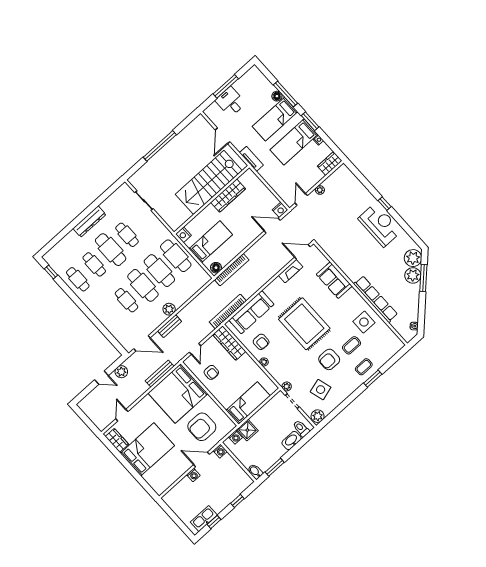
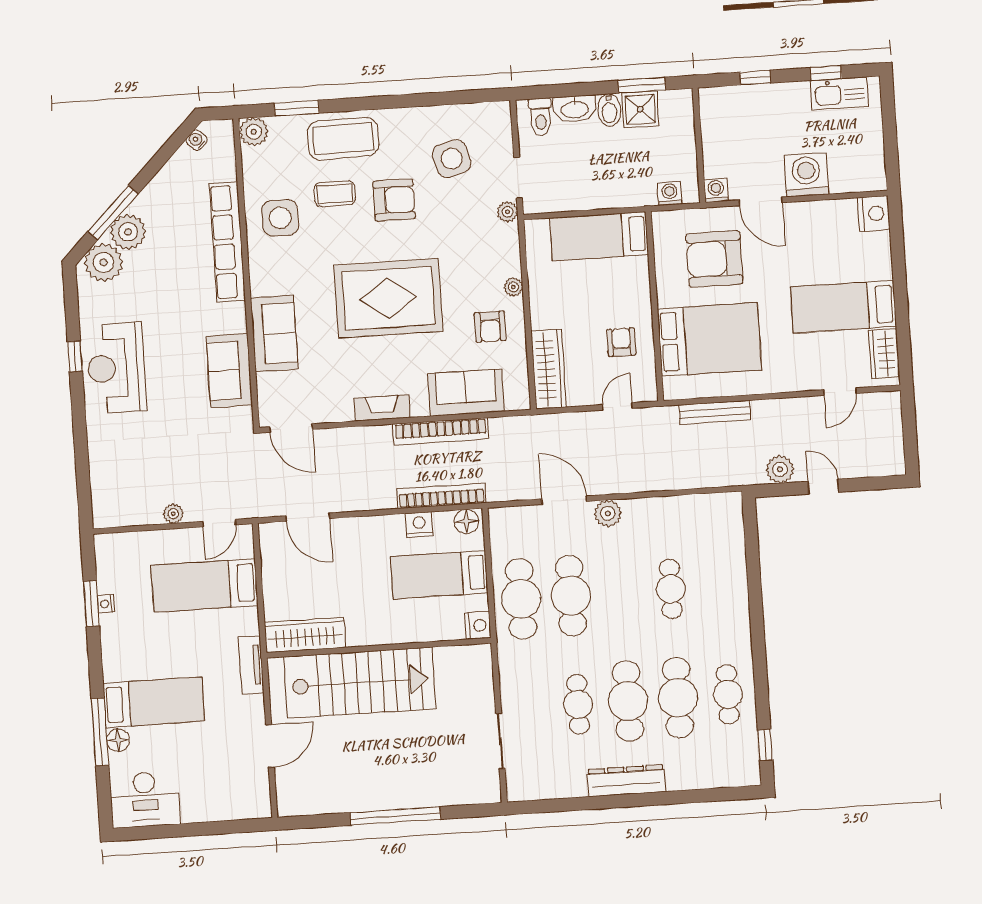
window: (226, 86) -> (195, 829), removed
desk: (231, 102) -> (145, 799), moved, width x1.37
window: (310, 121) -> (91, 604), moved
bed: (294, 142) -> (205, 585), moved, turned 180
wardrobe: (330, 164) -> (119, 547), removed
wardrobe: (228, 196) -> (305, 635), moved
window: (385, 204) -> (75, 356), moved
nightstand: (280, 210) -> (419, 525), moved
sofa: (340, 255) -> (229, 371), added
cafe table: (94, 264) -> (678, 698), width x1.37, depth x1.35
fireplace: (291, 271) -> (382, 408), moved
cafe table: (143, 285) -> (621, 592), removed
bookcase: (228, 312) -> (441, 431), moved
sofa: (251, 312) -> (466, 393), width x0.73
rug: (304, 324) -> (388, 298), turned 90
bench: (169, 326) -> (631, 483), removed
armchair: (261, 342) -> (490, 327), turned 180
door: (142, 343) -> (564, 500), moved
coffee table: (364, 367) -> (343, 139), width x1.86, depth x1.72
window: (373, 379) -> (297, 108), moved
bed: (178, 393) -> (709, 339), width x0.73
plant: (318, 416) -> (254, 132), moved
armchair: (202, 427) -> (714, 259), turned 180
shower: (247, 430) -> (640, 109), moved
bed: (147, 449) -> (843, 307), width x0.67
bidet: (255, 471) -> (609, 110), moved
washing machine: (193, 475) -> (806, 175), width x1.89, depth x1.89
nightstand: (159, 486) -> (874, 214), added

